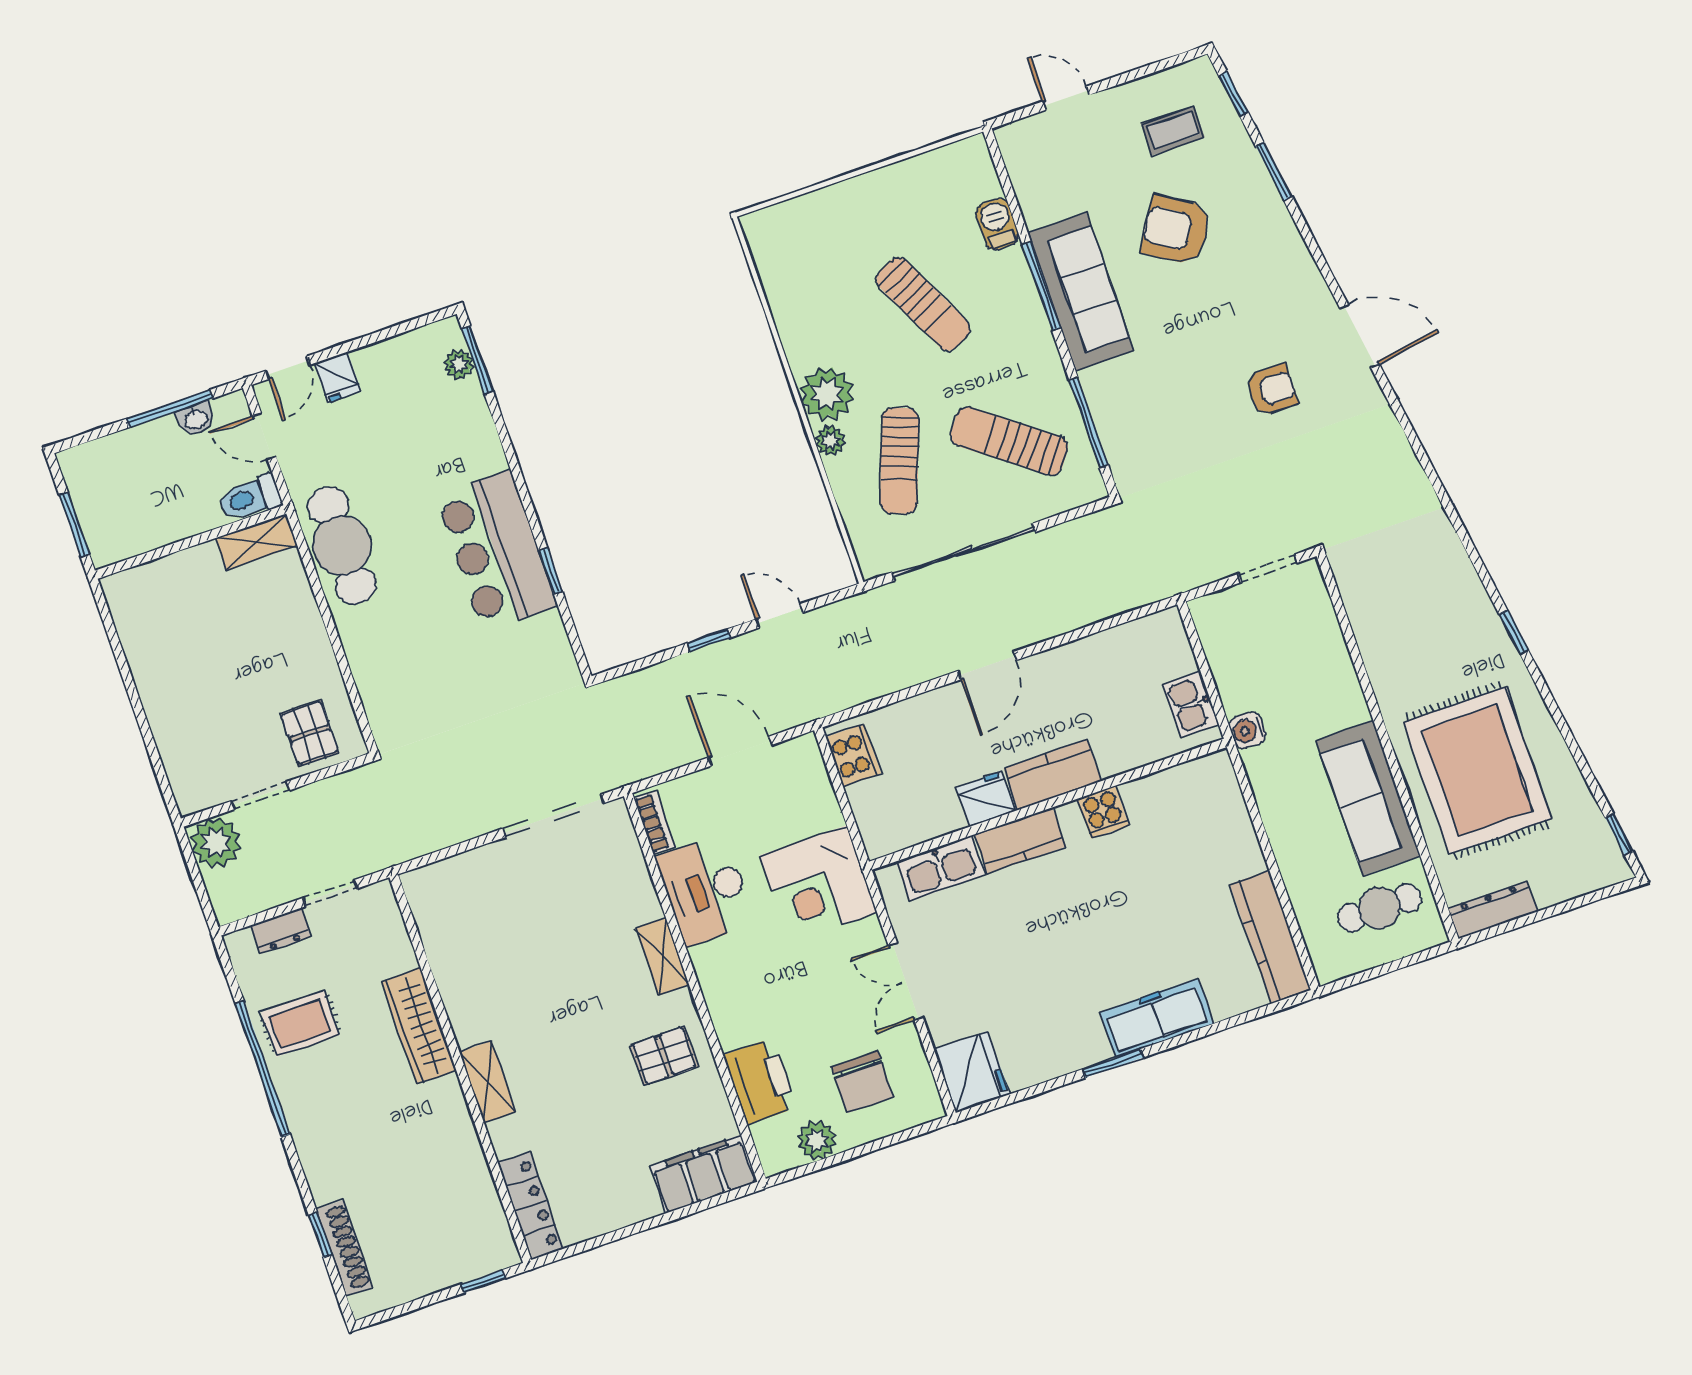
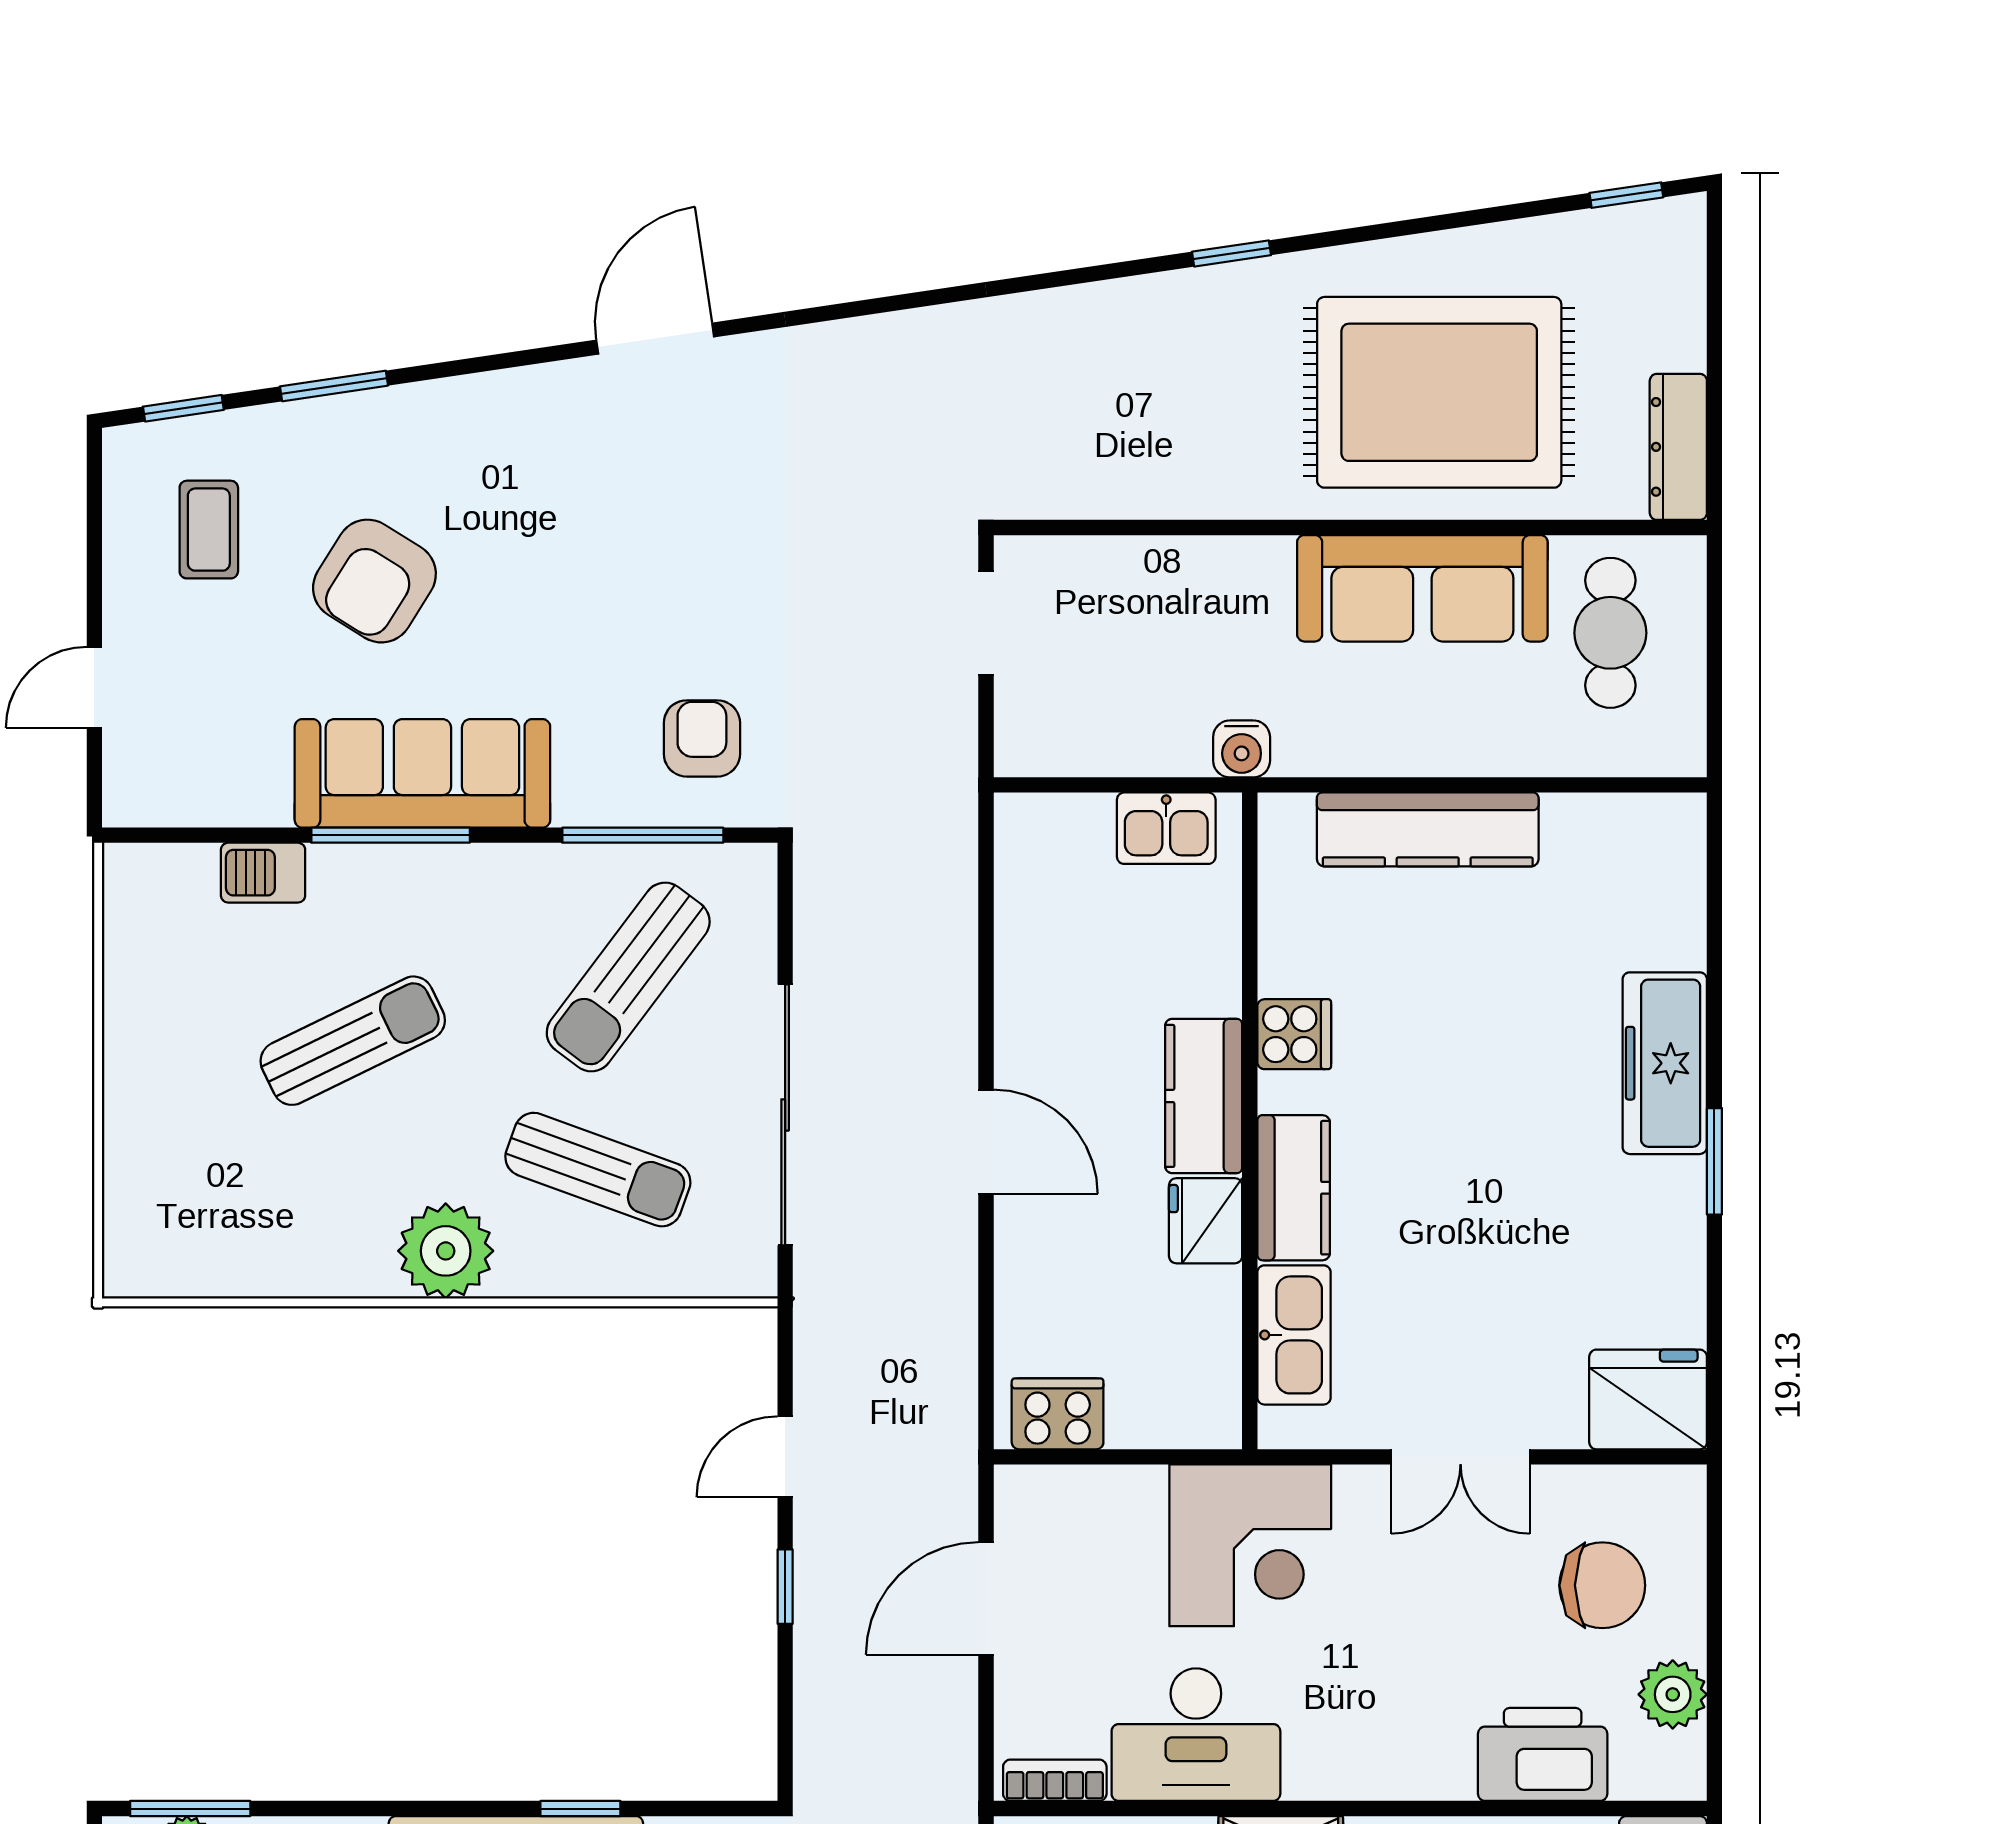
armchair: (1272, 390) -> (702, 738), moved
plant: (830, 441) -> (525, 1272), removed
kitchen counter: (1270, 937) -> (1428, 829), moved

